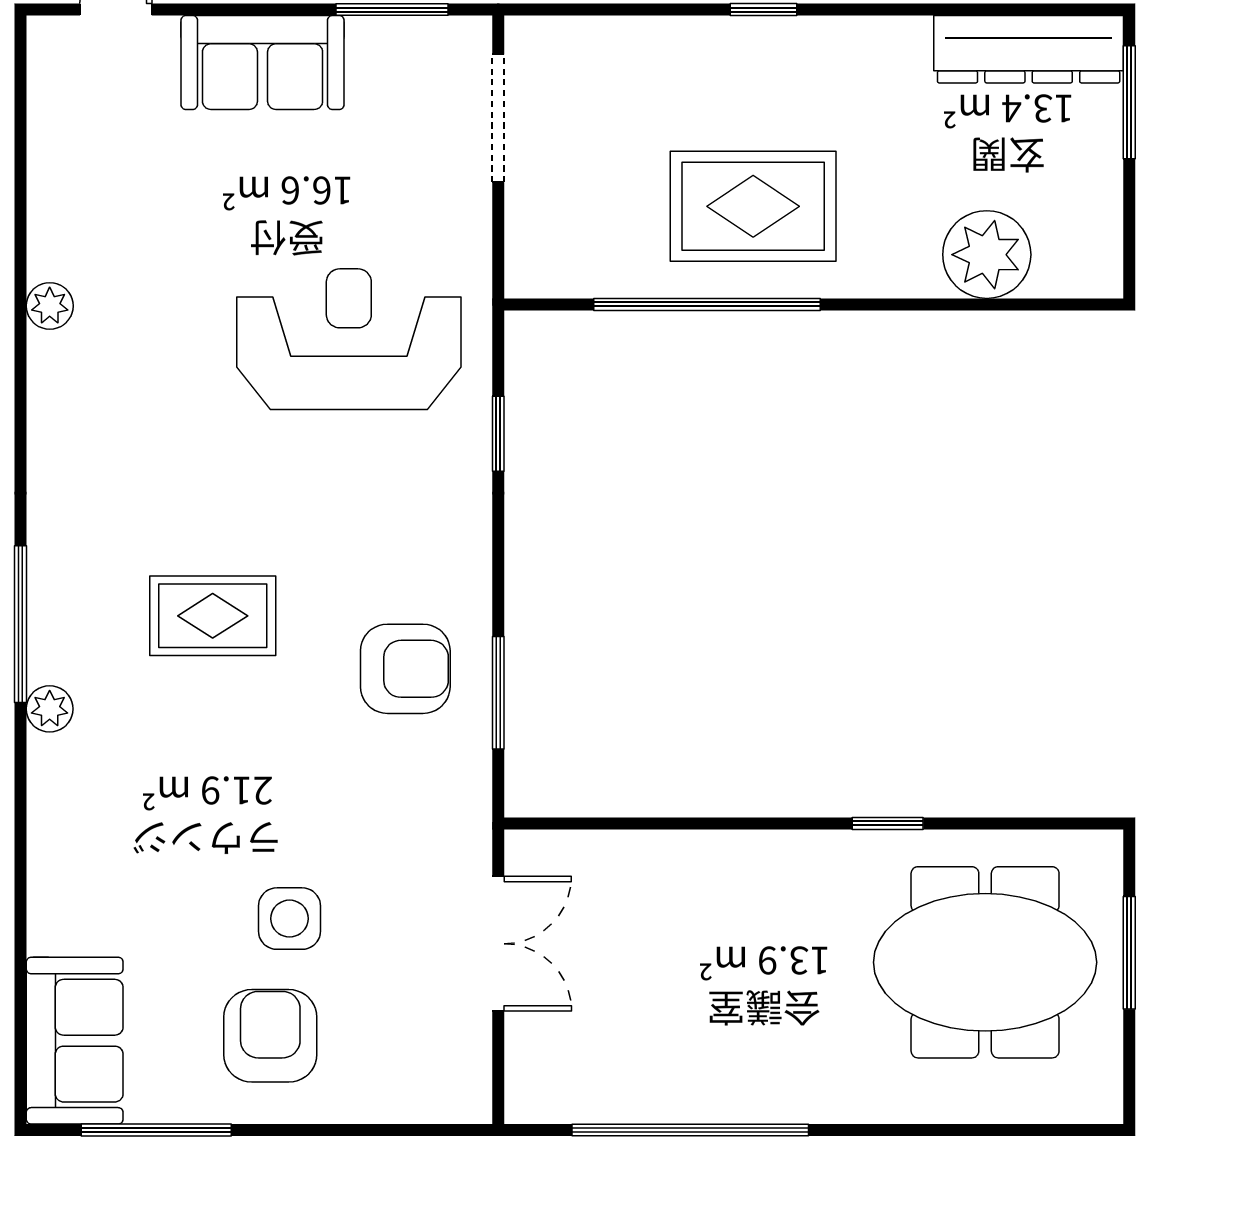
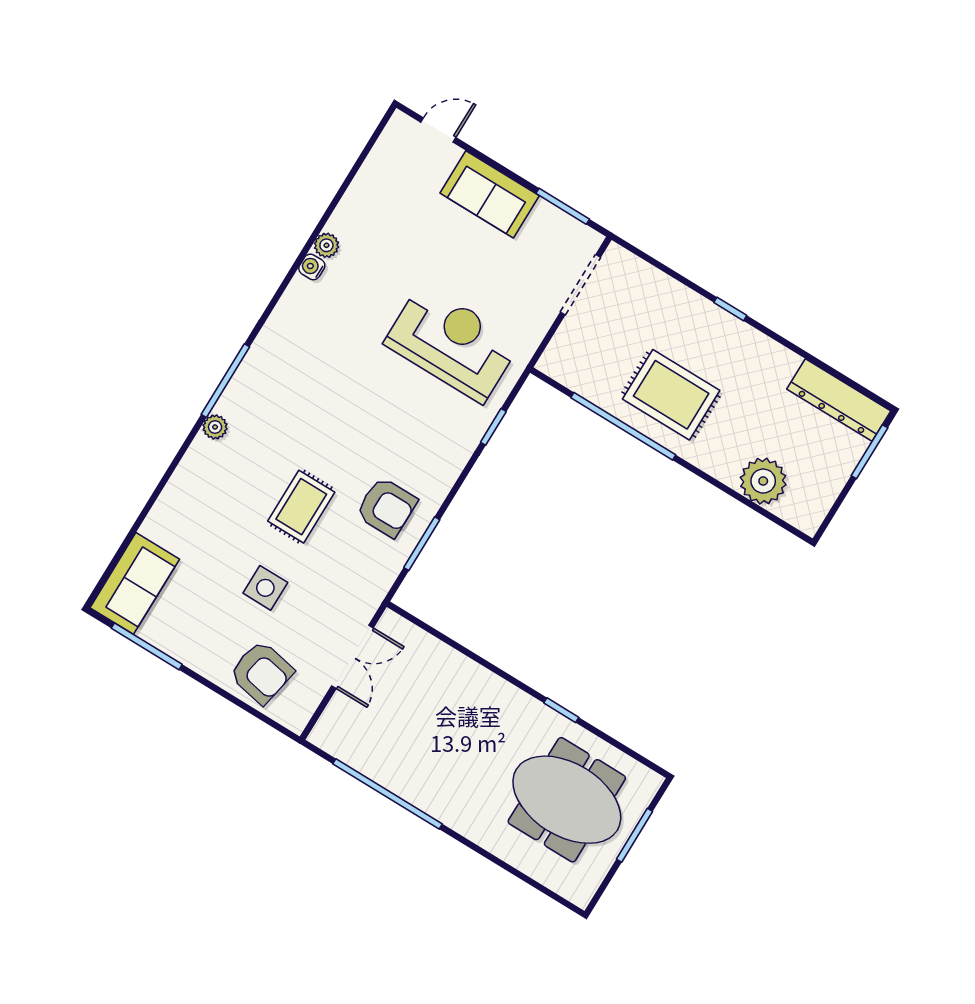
water cooler: (48, 355) -> (312, 267), added
rug: (213, 616) -> (301, 507), moved, turned 90
armchair: (270, 1036) -> (262, 672), moved, turned 101

